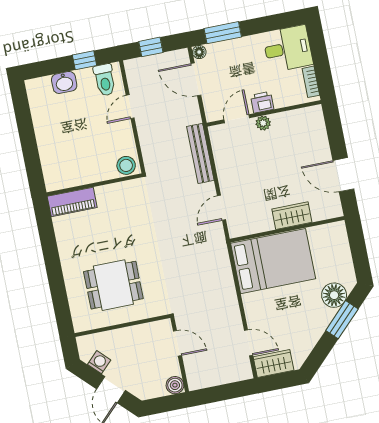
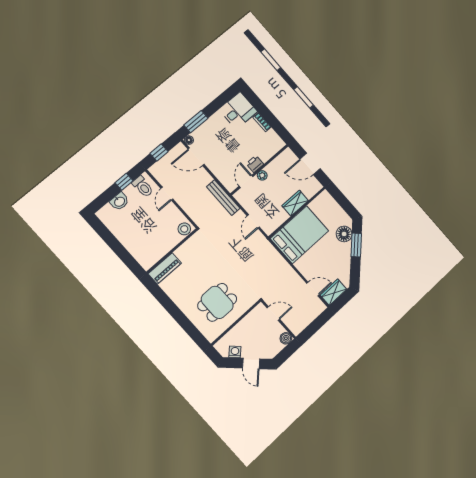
printer: (262, 102) -> (255, 164), moved
wall: (264, 113) -> (259, 170), moved
door: (237, 119) -> (246, 181), moved
plant: (263, 123) -> (262, 175), moved

